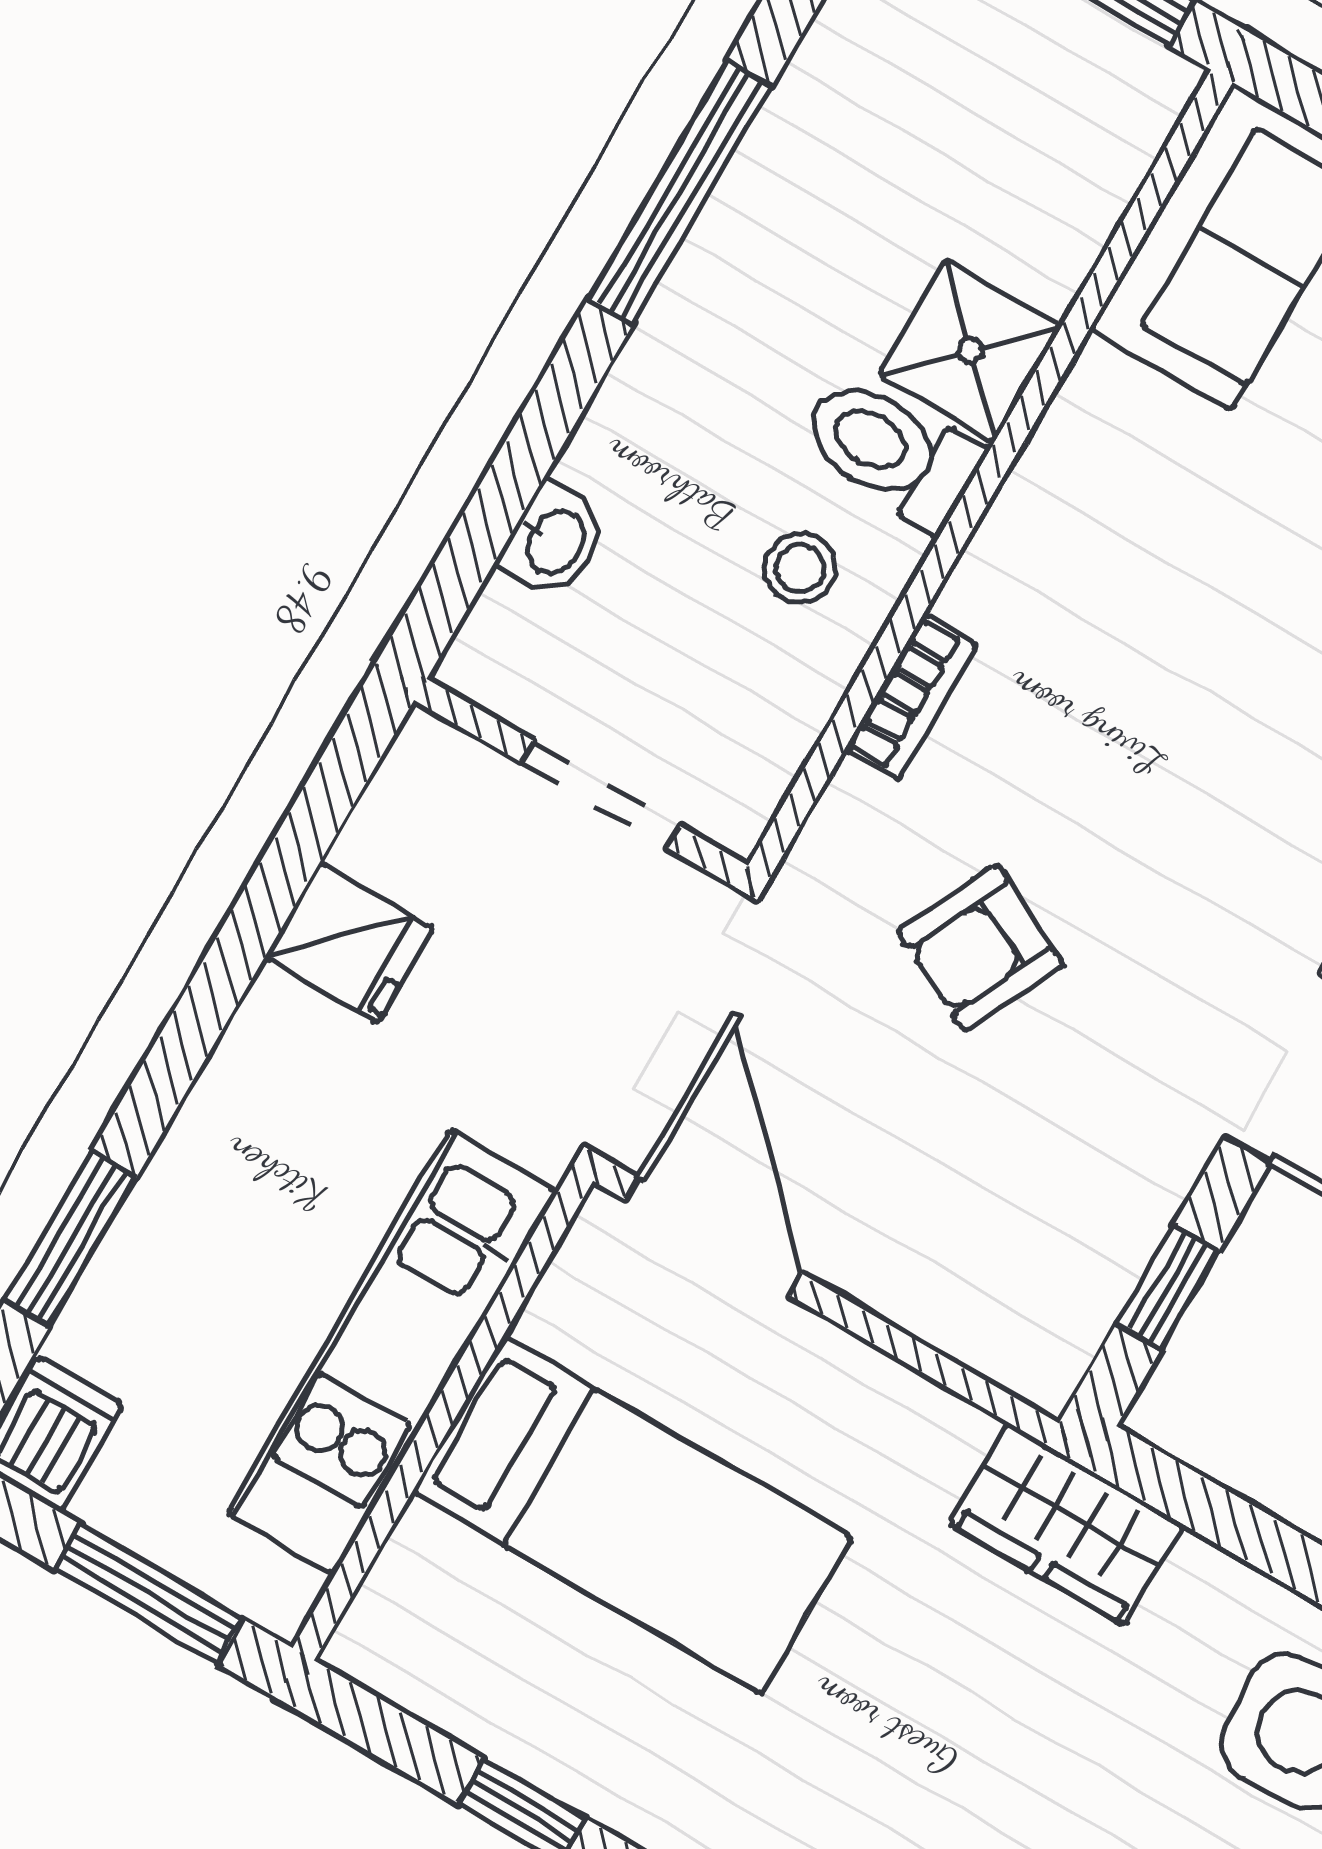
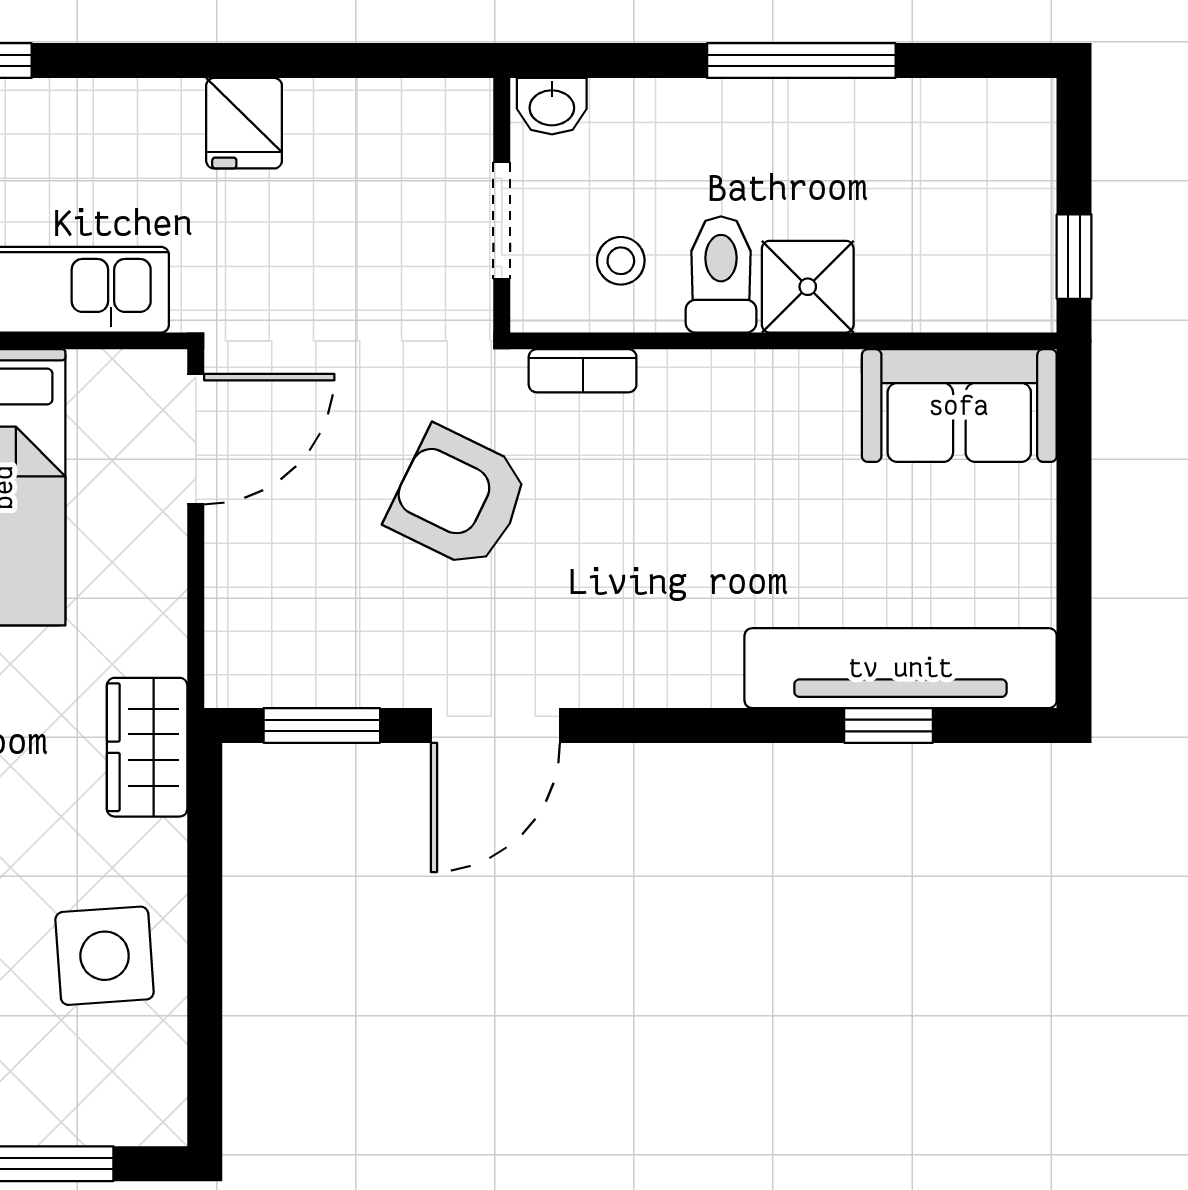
wall: (581, 783) -> (502, 205), moved
doorway: (600, 794) -> (502, 221), moved
armchair: (981, 948) -> (458, 498), width x1.38, depth x1.38
window: (1167, 1287) -> (322, 725), width x1.50

